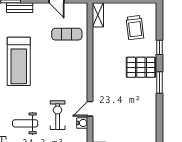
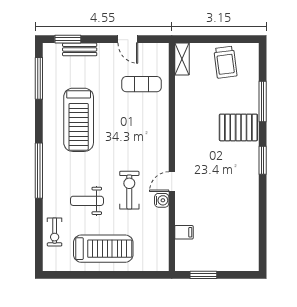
trolley: (135, 28) -> (225, 62), moved
window: (159, 47) -> (263, 101), width x2.17
window: (159, 82) -> (263, 160), moved

